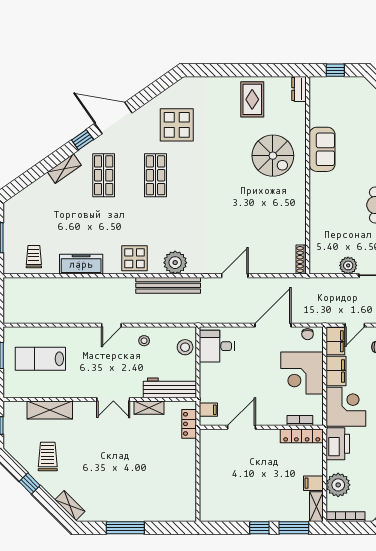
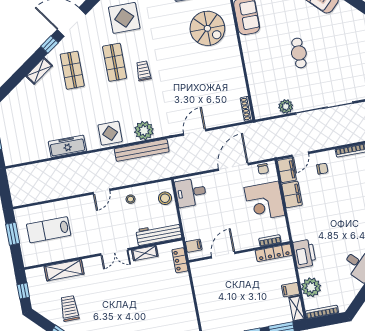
trolley: (34, 257) -> (143, 71), moved
corner desk: (346, 407) -> (305, 222), removed

